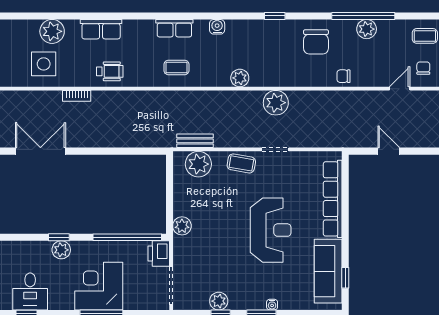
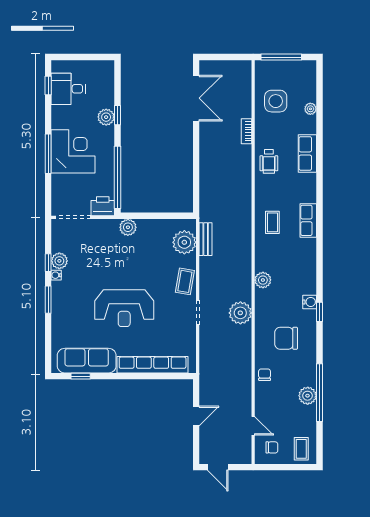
water cooler: (217, 27) -> (310, 302), moved
plant: (52, 31) -> (310, 109), width x0.53, depth x0.53
chair: (316, 42) -> (286, 338), moved
water cooler: (272, 305) -> (56, 275), moved

